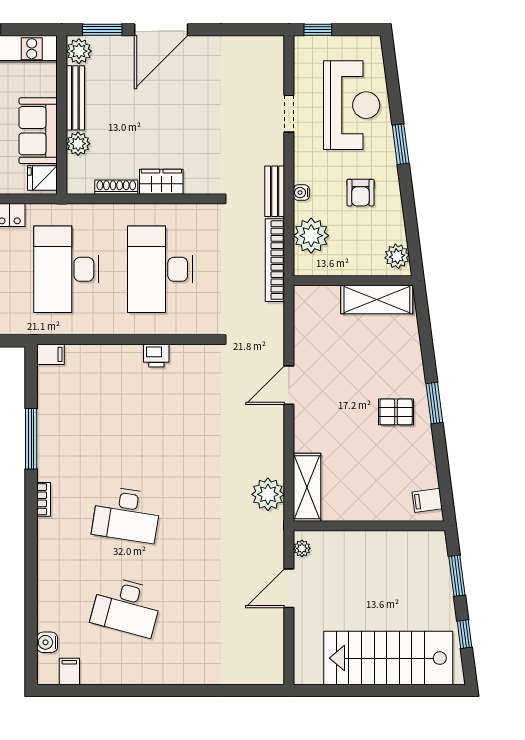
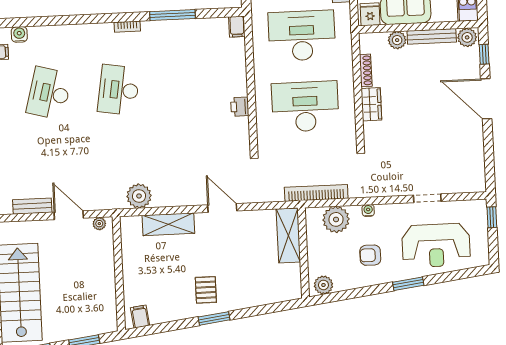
window: (102, 30) -> (484, 54), width x0.67
bench: (275, 191) -> (32, 206), moved
shelving: (377, 300) -> (288, 235), moved
shelving: (307, 487) -> (168, 224), moved

